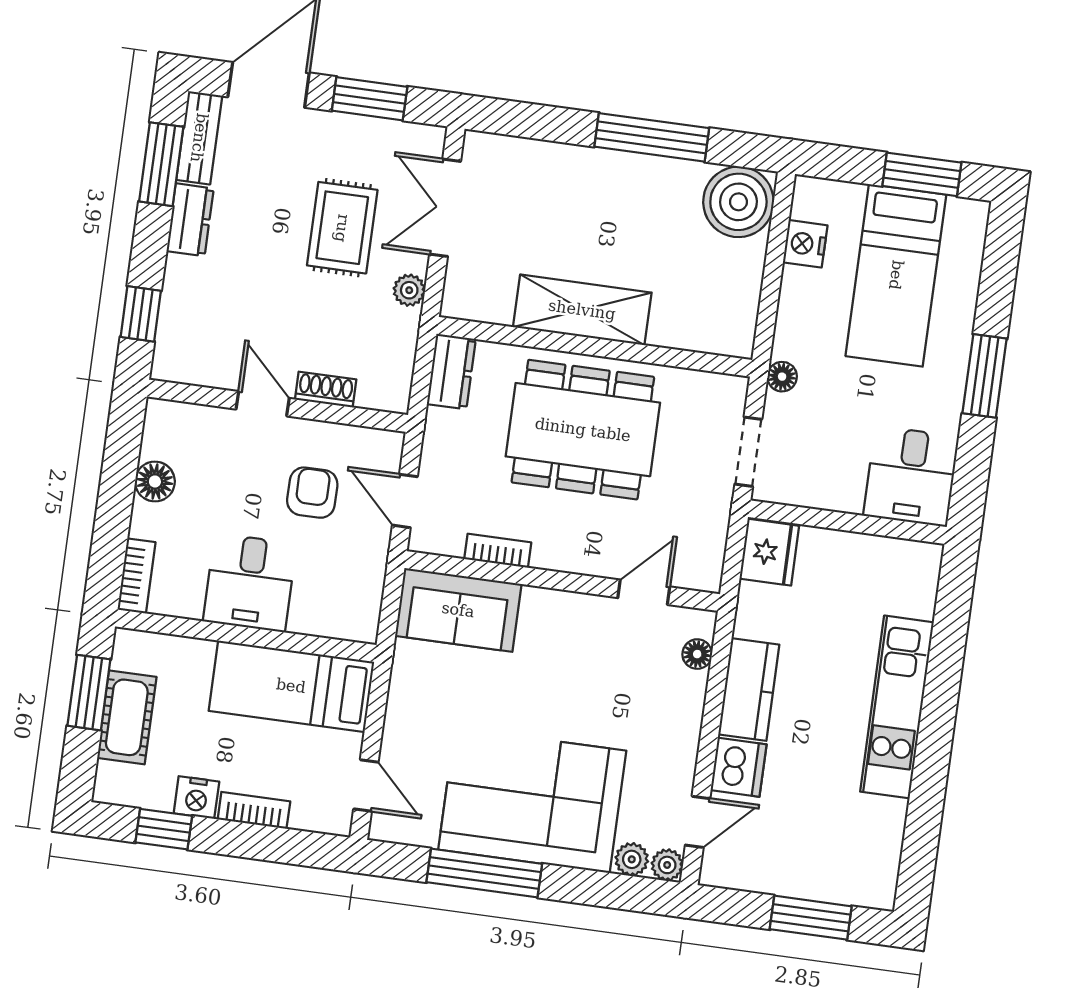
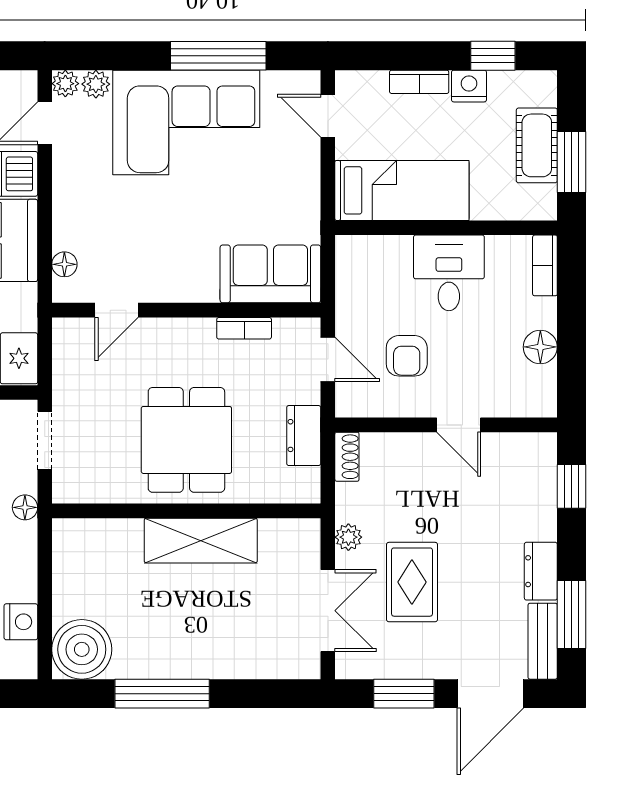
dresser: (451, 372) -> (304, 436), moved
shoe rack: (326, 390) -> (347, 457), moved, turned -90
dining table: (583, 430) -> (186, 440), width x0.73

